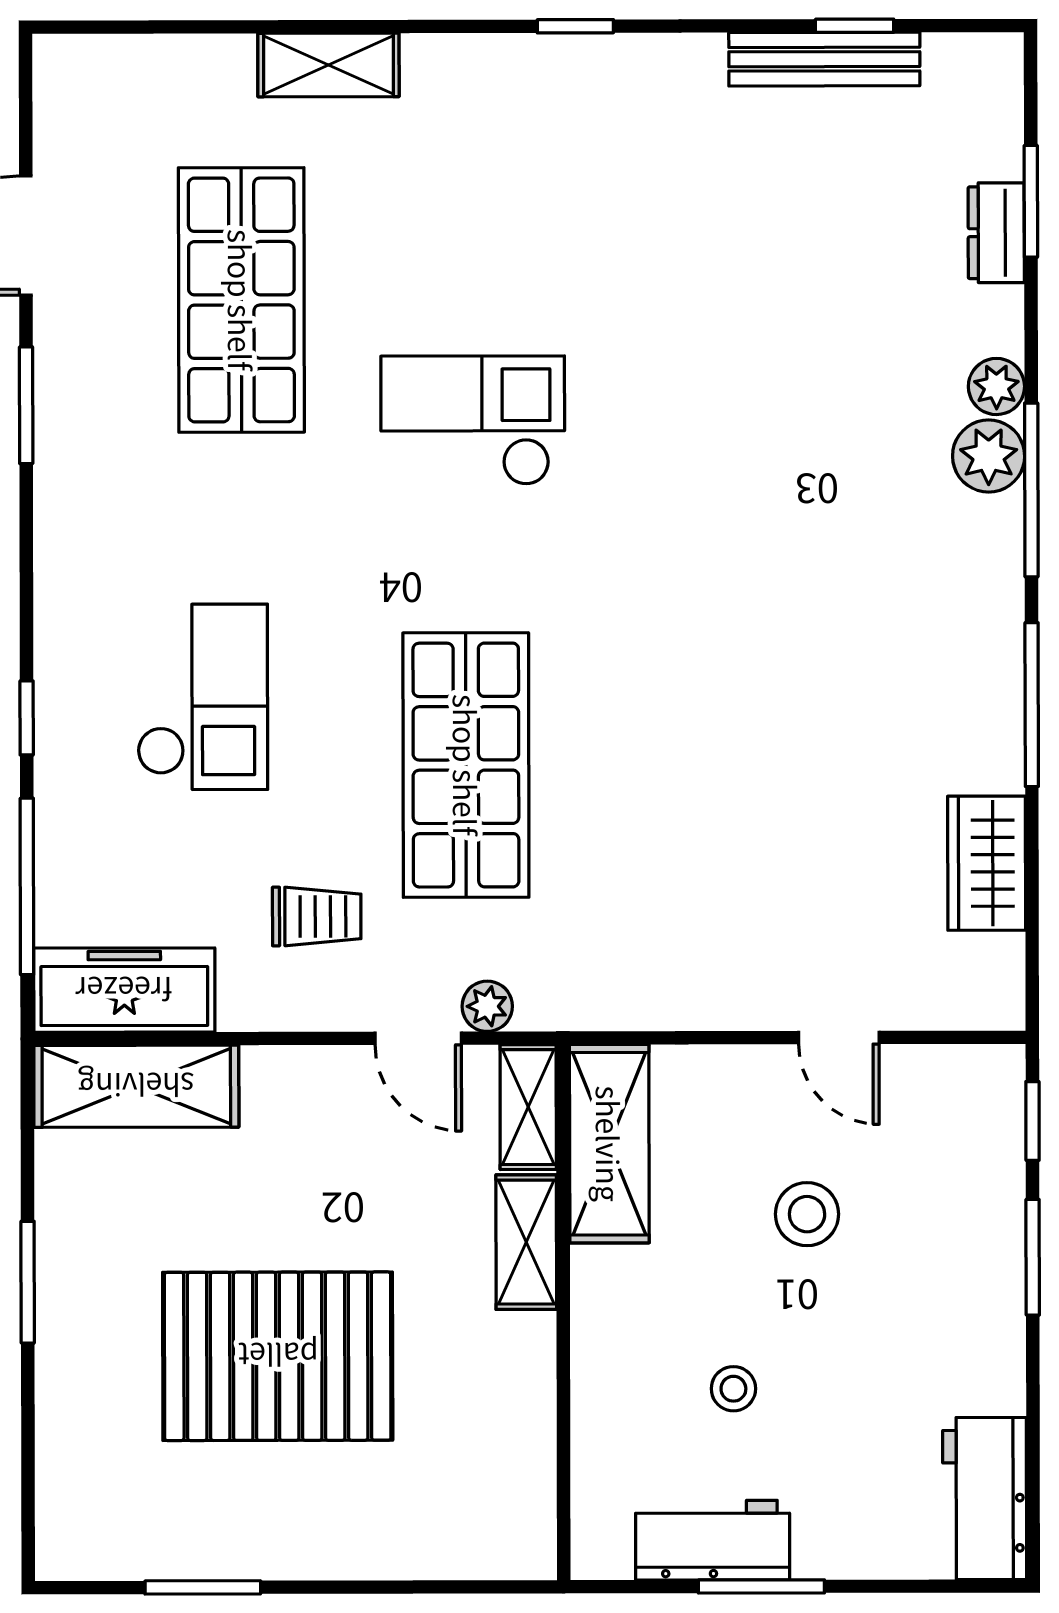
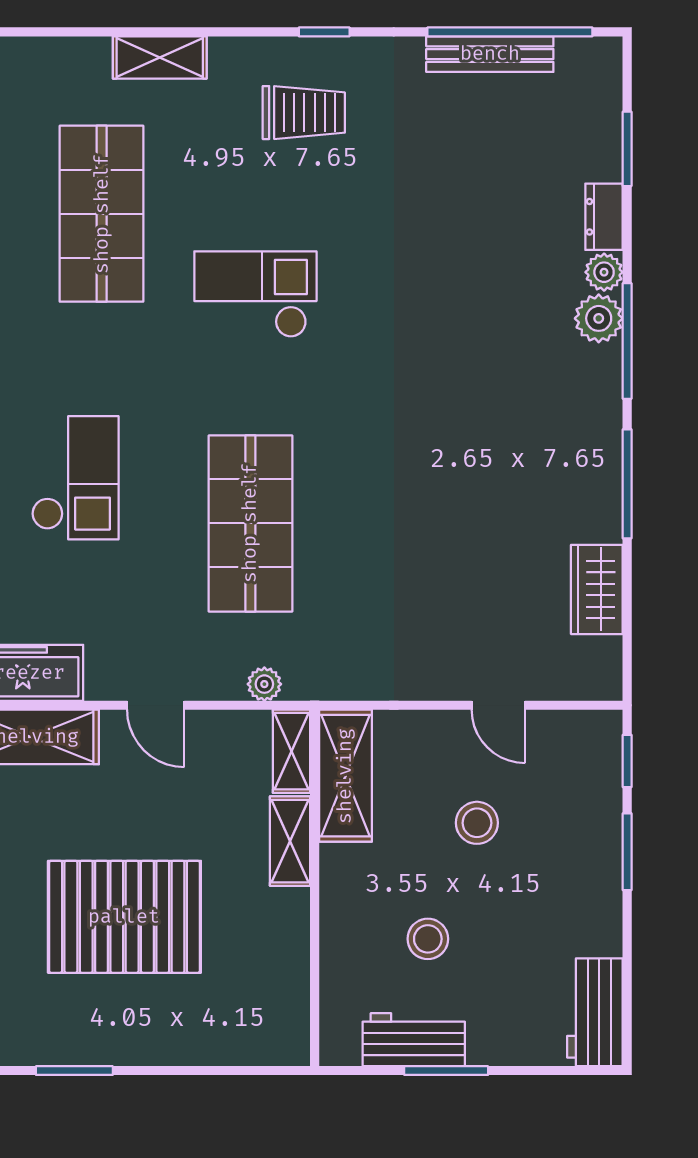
window: (855, 26) -> (510, 32), width x3.17
dresser: (996, 233) -> (604, 217), moved
trolley: (317, 916) -> (304, 113), moved, width x1.36, depth x1.39
door: (418, 1038) -> (156, 705), moved
stool: (733, 1389) -> (428, 939), width x1.37, depth x1.37

